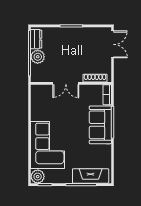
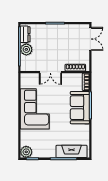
corner sofa: (48, 145) -> (35, 109), moved

